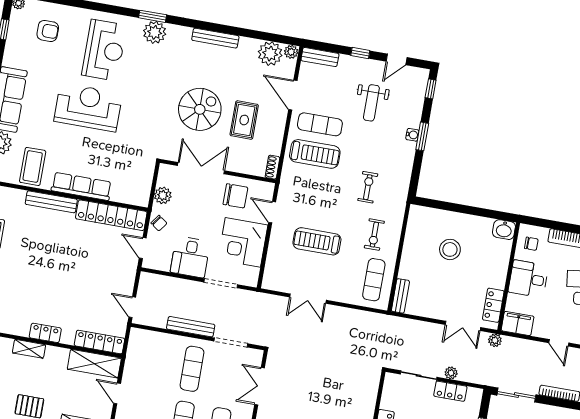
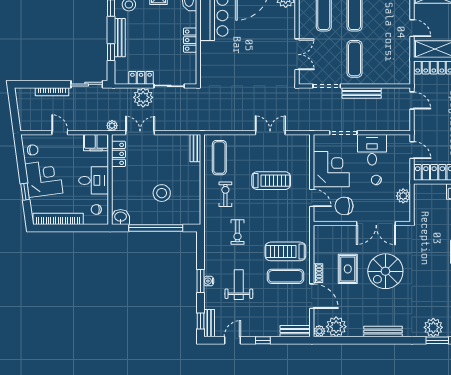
bench: (421, 85) -> (209, 323), added
weight bench: (371, 103) -> (239, 285), moved
shoe rack: (272, 167) -> (318, 273), moved
window: (464, 209) -> (156, 228), added
chair: (159, 223) -> (376, 180), moved
plant: (451, 373) -> (143, 97), width x1.88, depth x1.88

